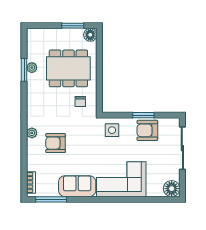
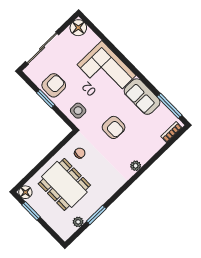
plant: (32, 68) -> (78, 222), moved
armchair: (147, 130) -> (54, 85), turned -90
armchair: (56, 143) -> (114, 127), moved

